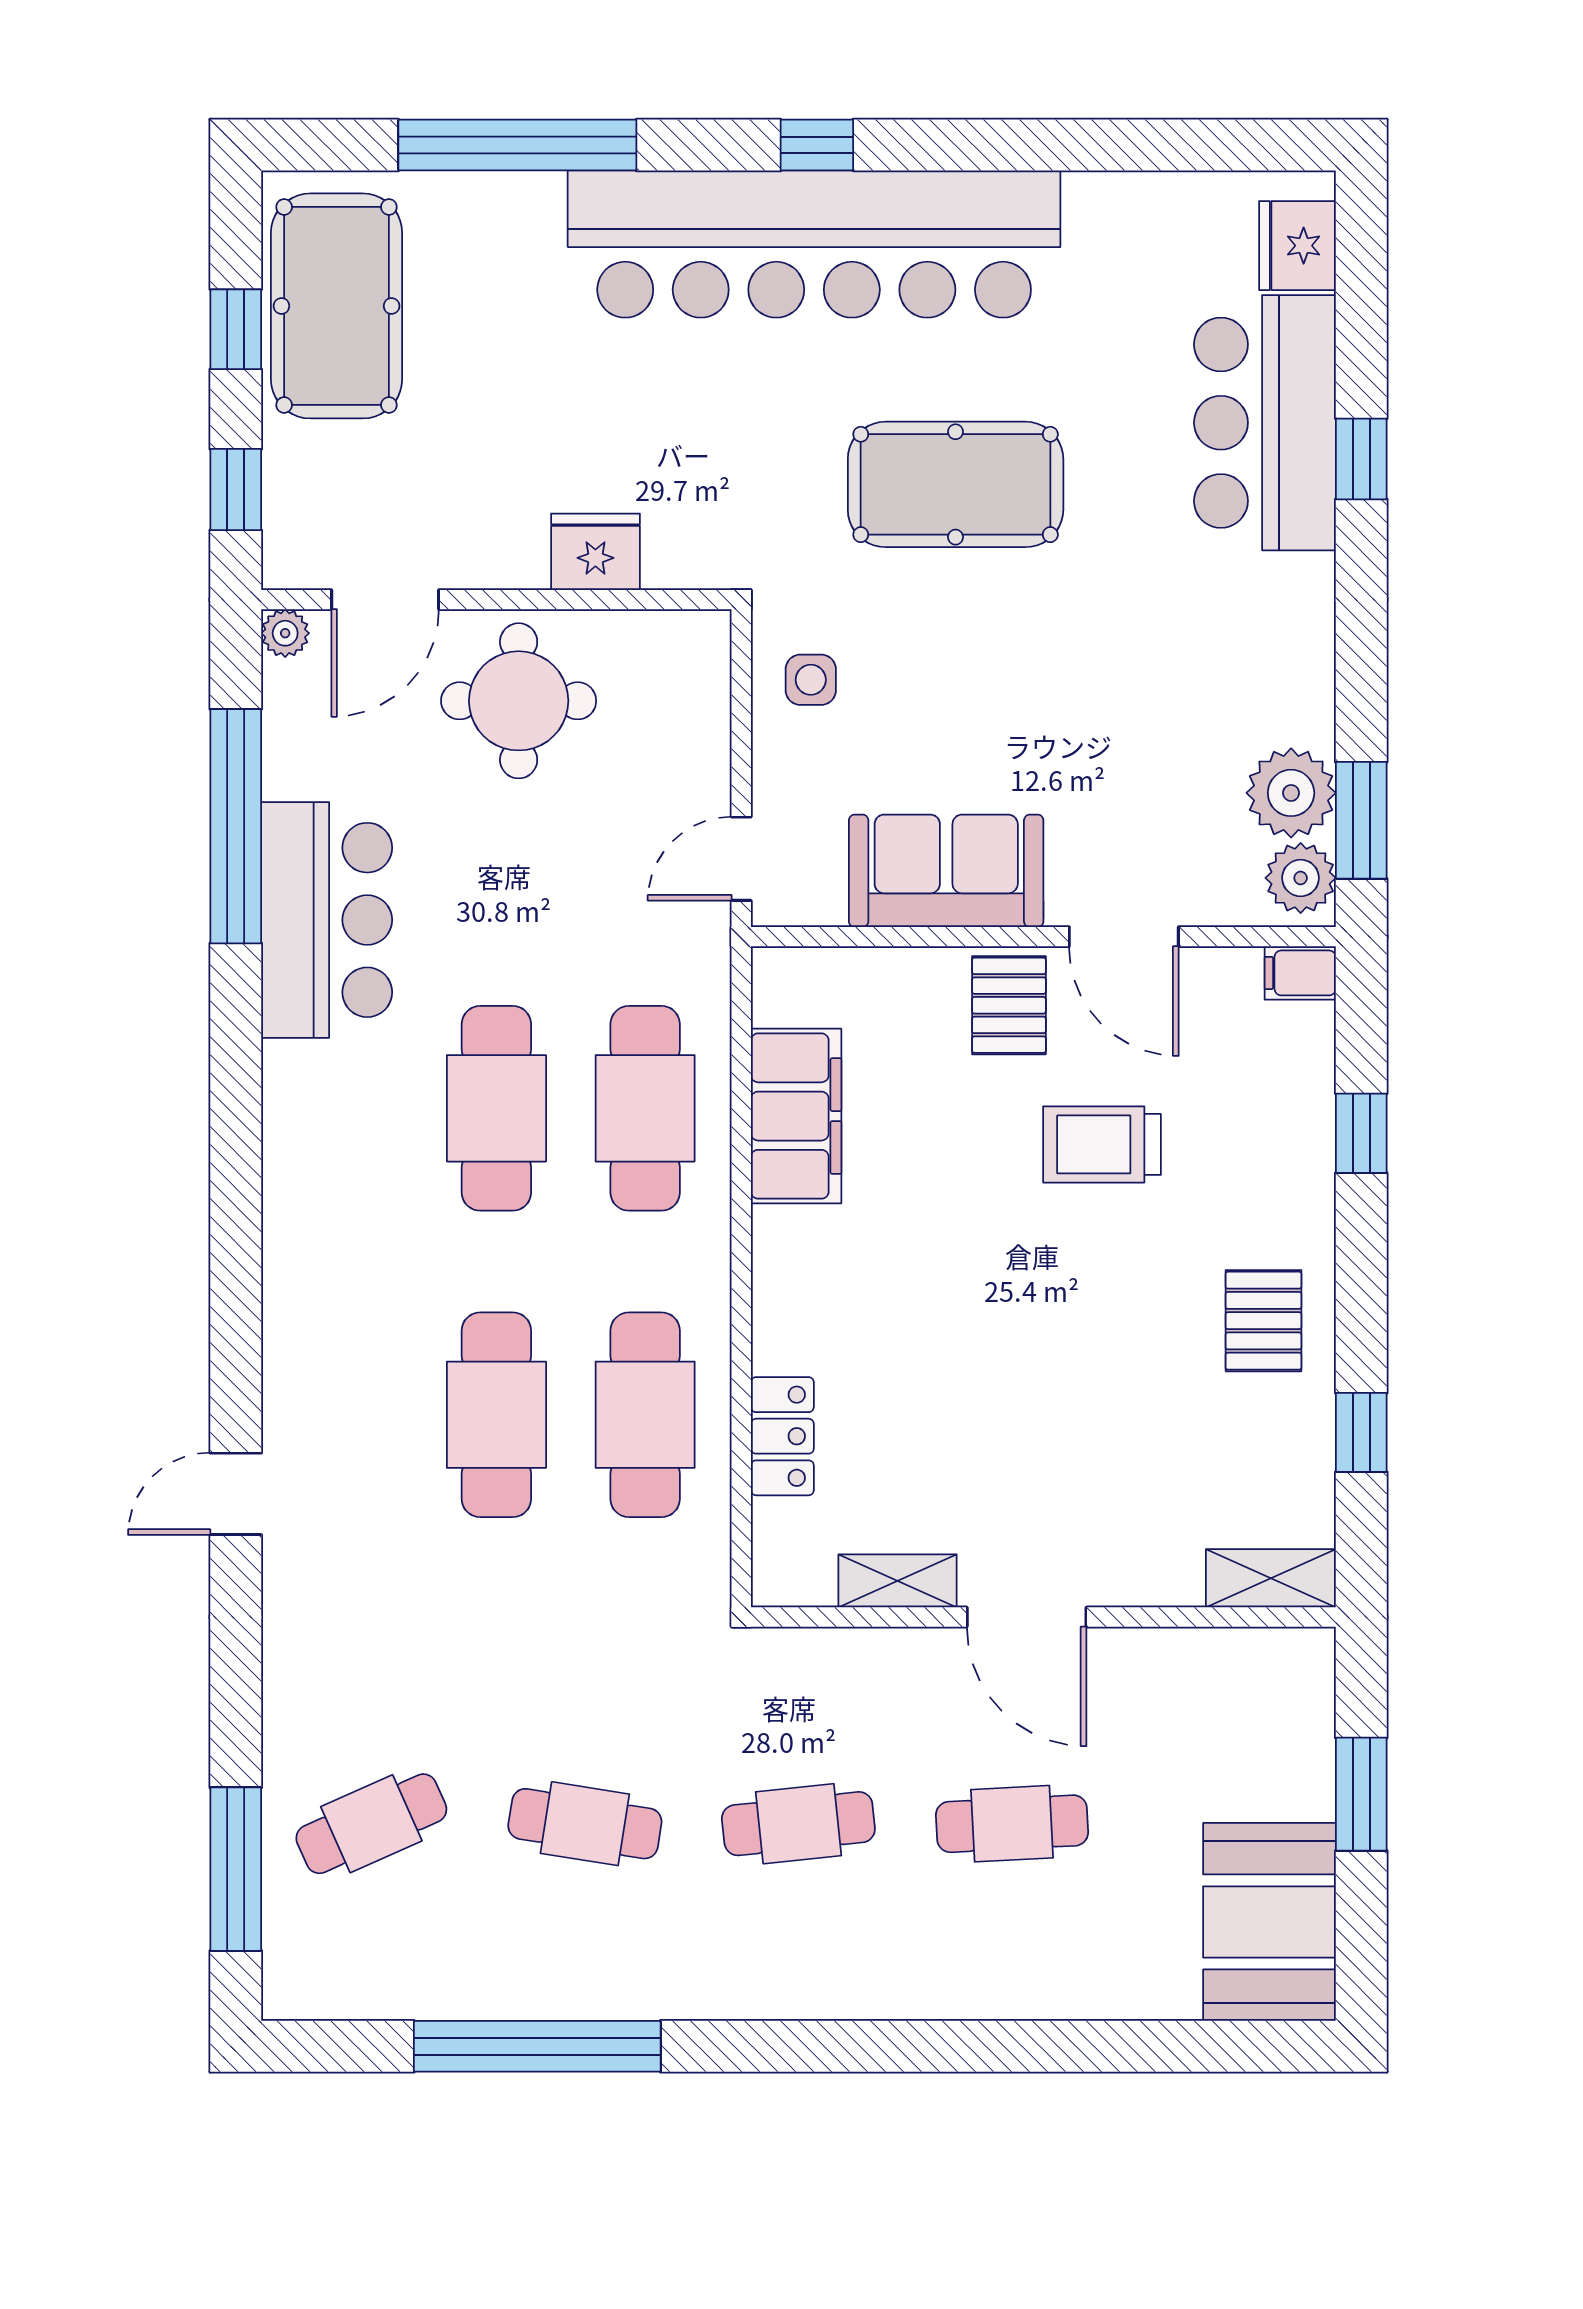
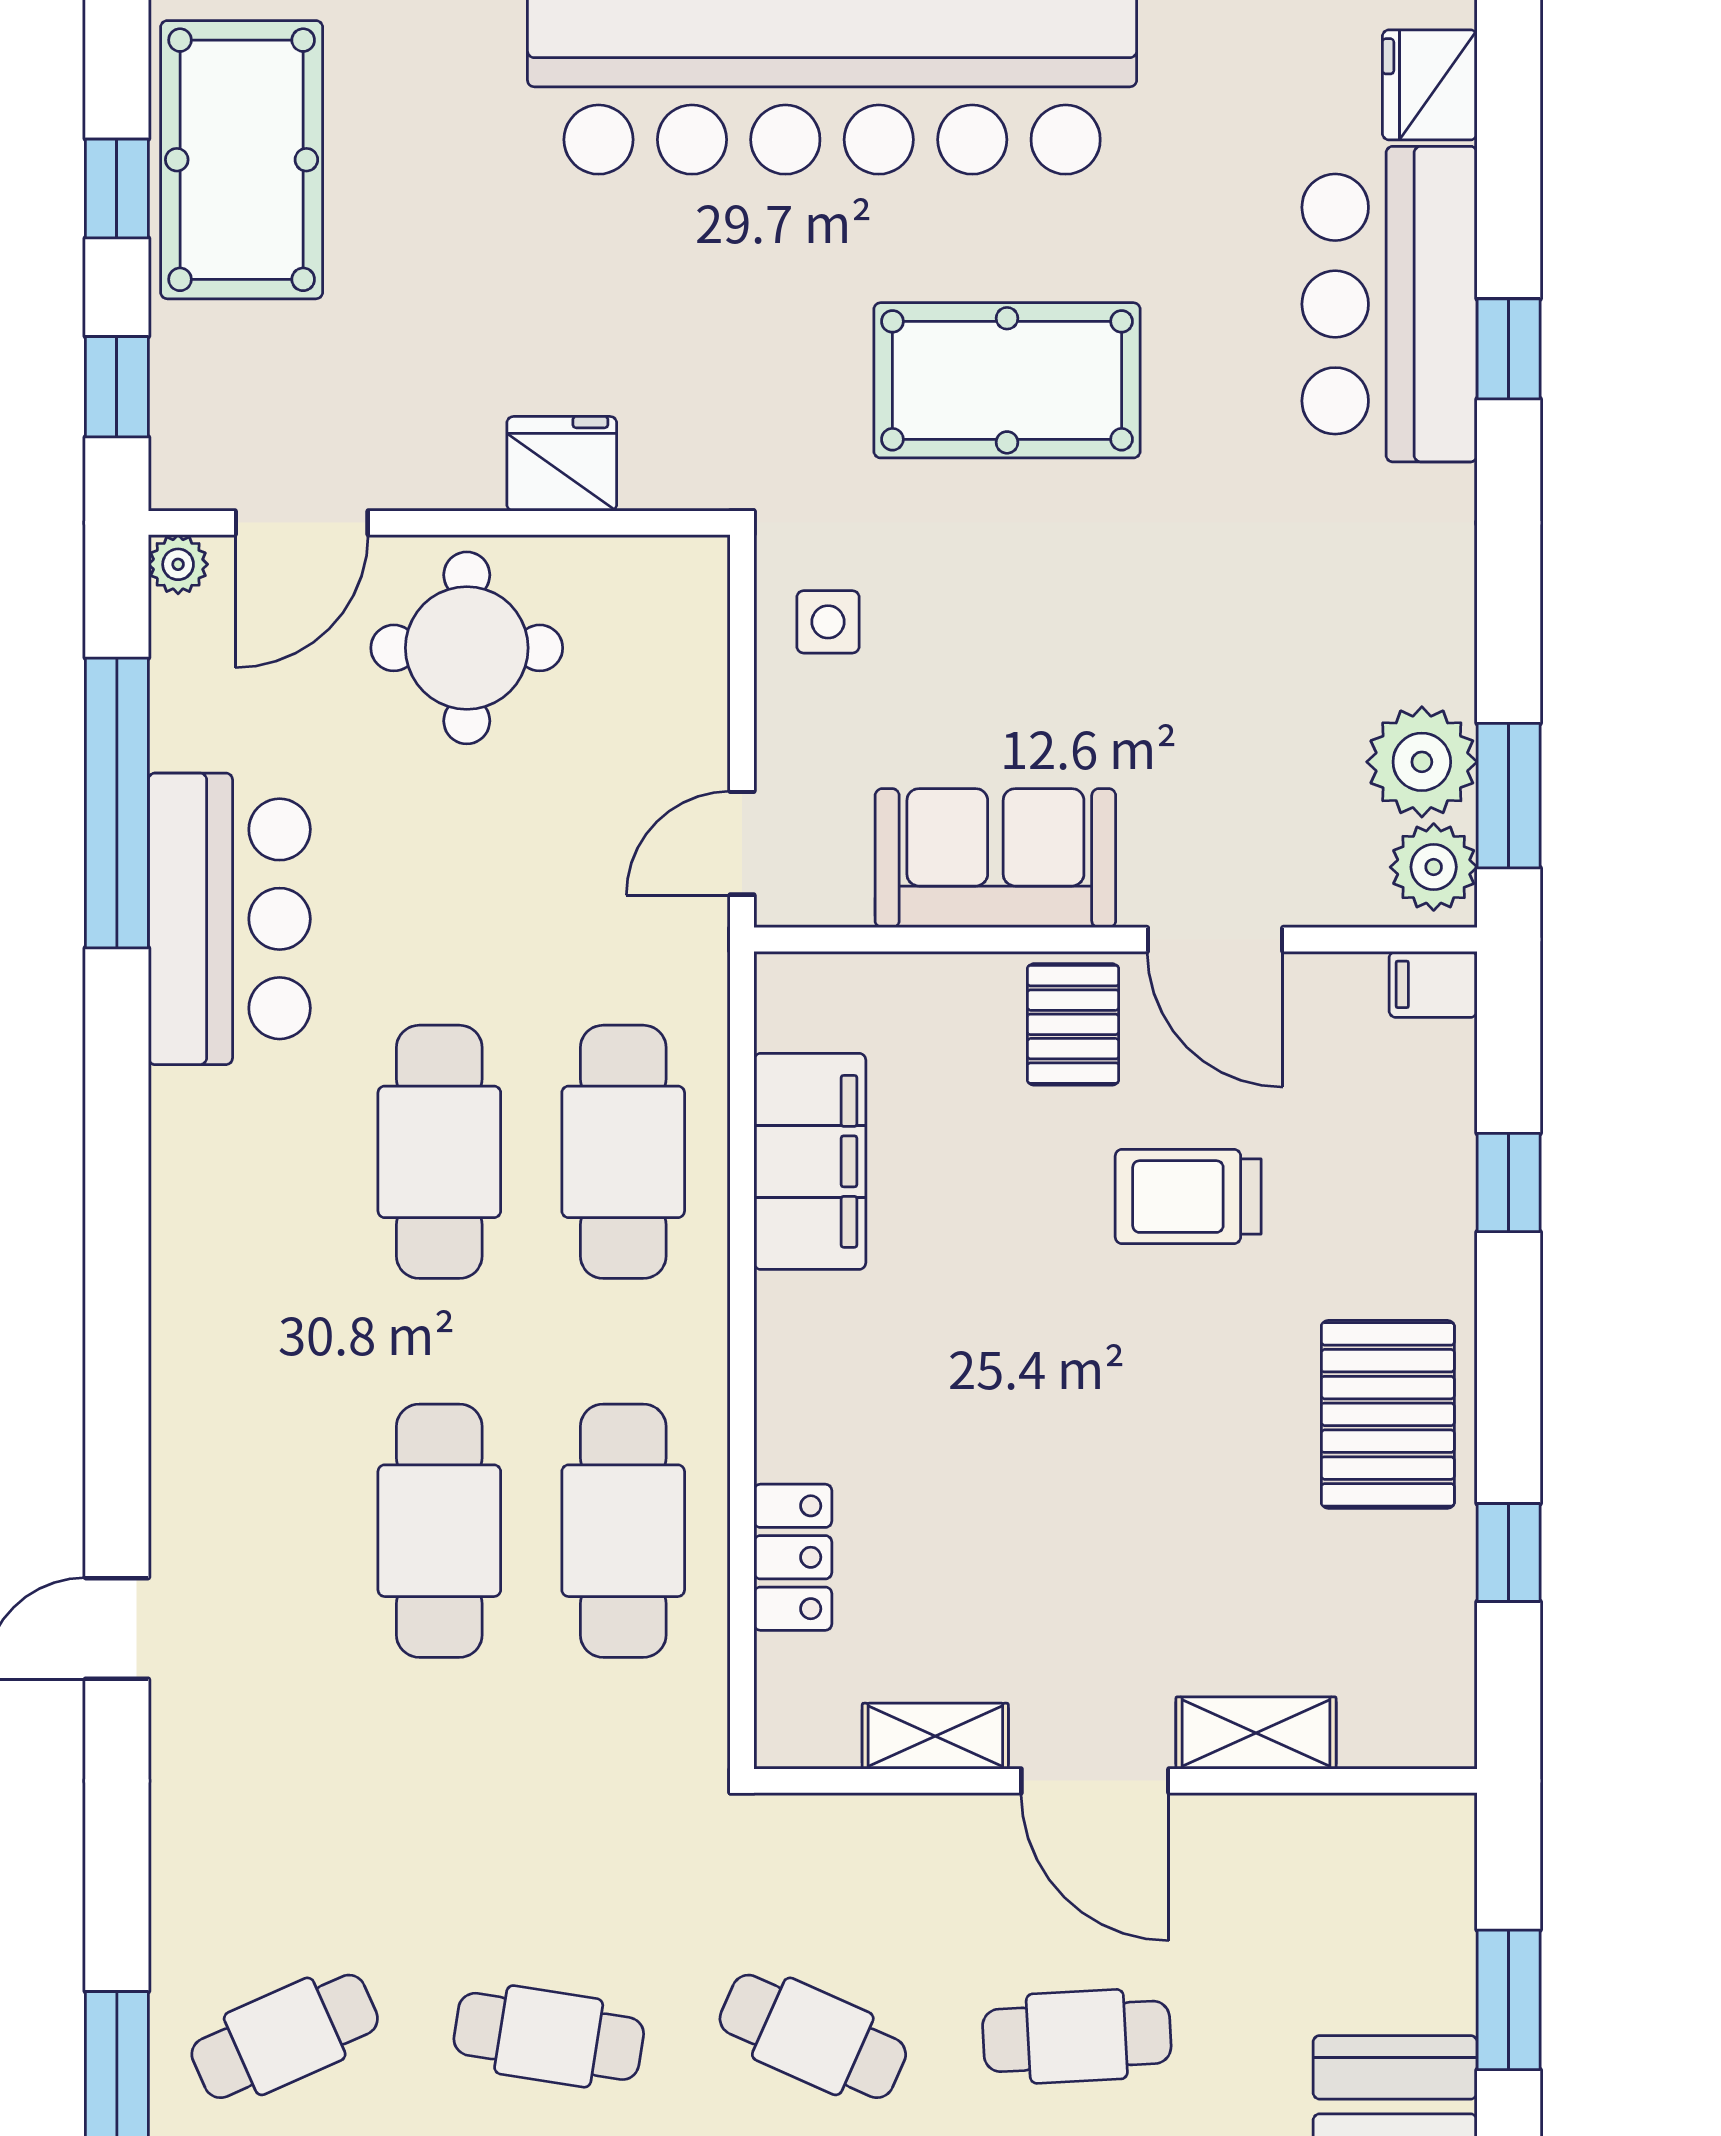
pallet: (1263, 1321) -> (1388, 1414), width x1.50, depth x1.42
shelving: (1271, 1578) -> (1256, 1733), moved
cafe table: (798, 1824) -> (813, 2036), turned 30

